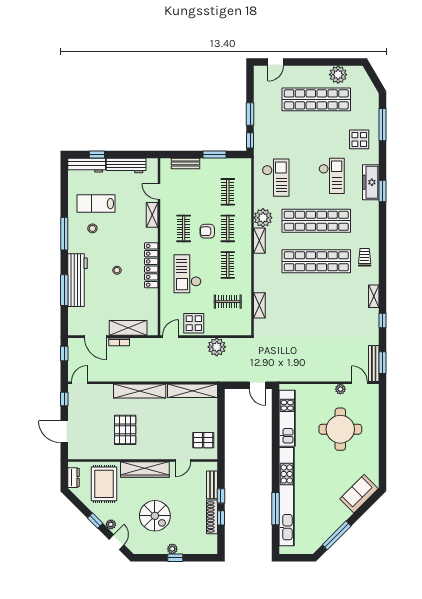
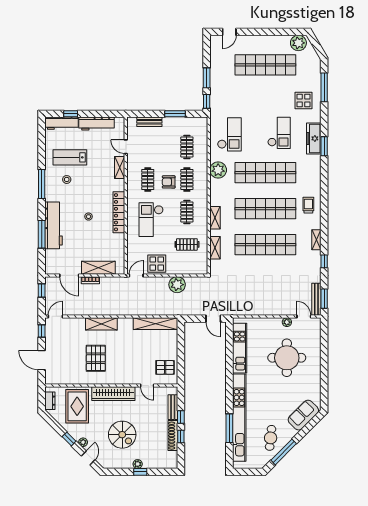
plant: (338, 75) -> (298, 43), moved
shelving: (259, 241) -> (215, 218), moved
shop shelf: (316, 302) -> (265, 245), added
shelving: (140, 391) -> (101, 324), width x0.68
door: (183, 460) -> (147, 386), hinge flipped
cafe table: (322, 519) -> (271, 438), added

